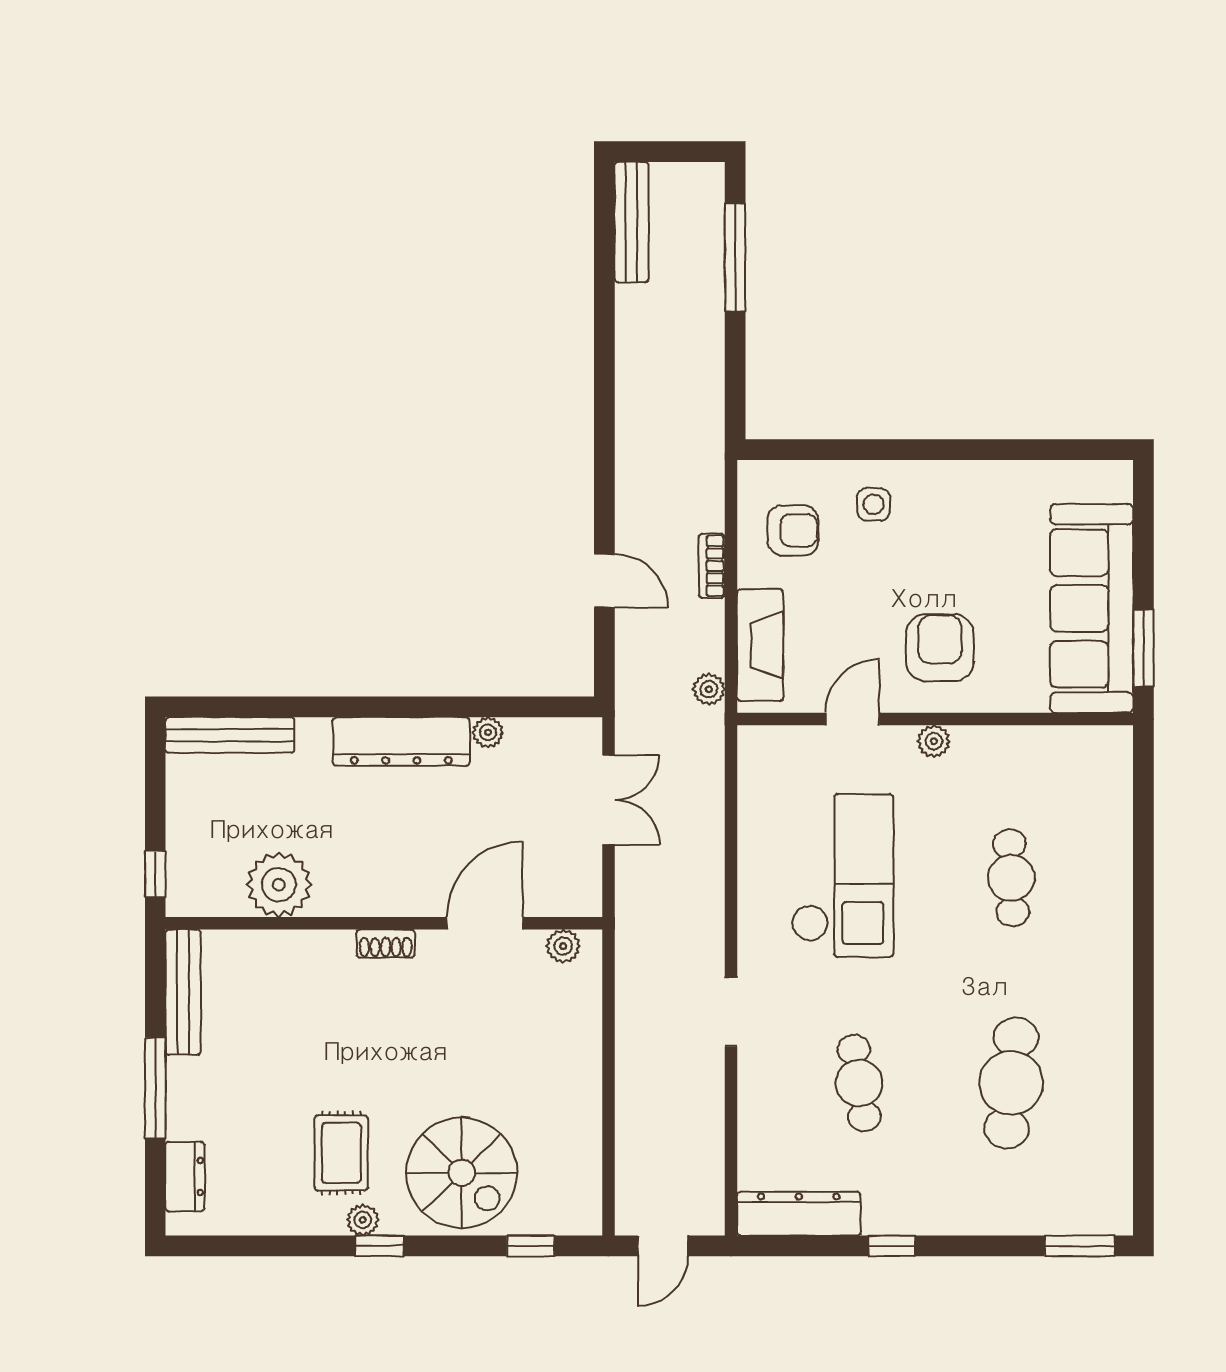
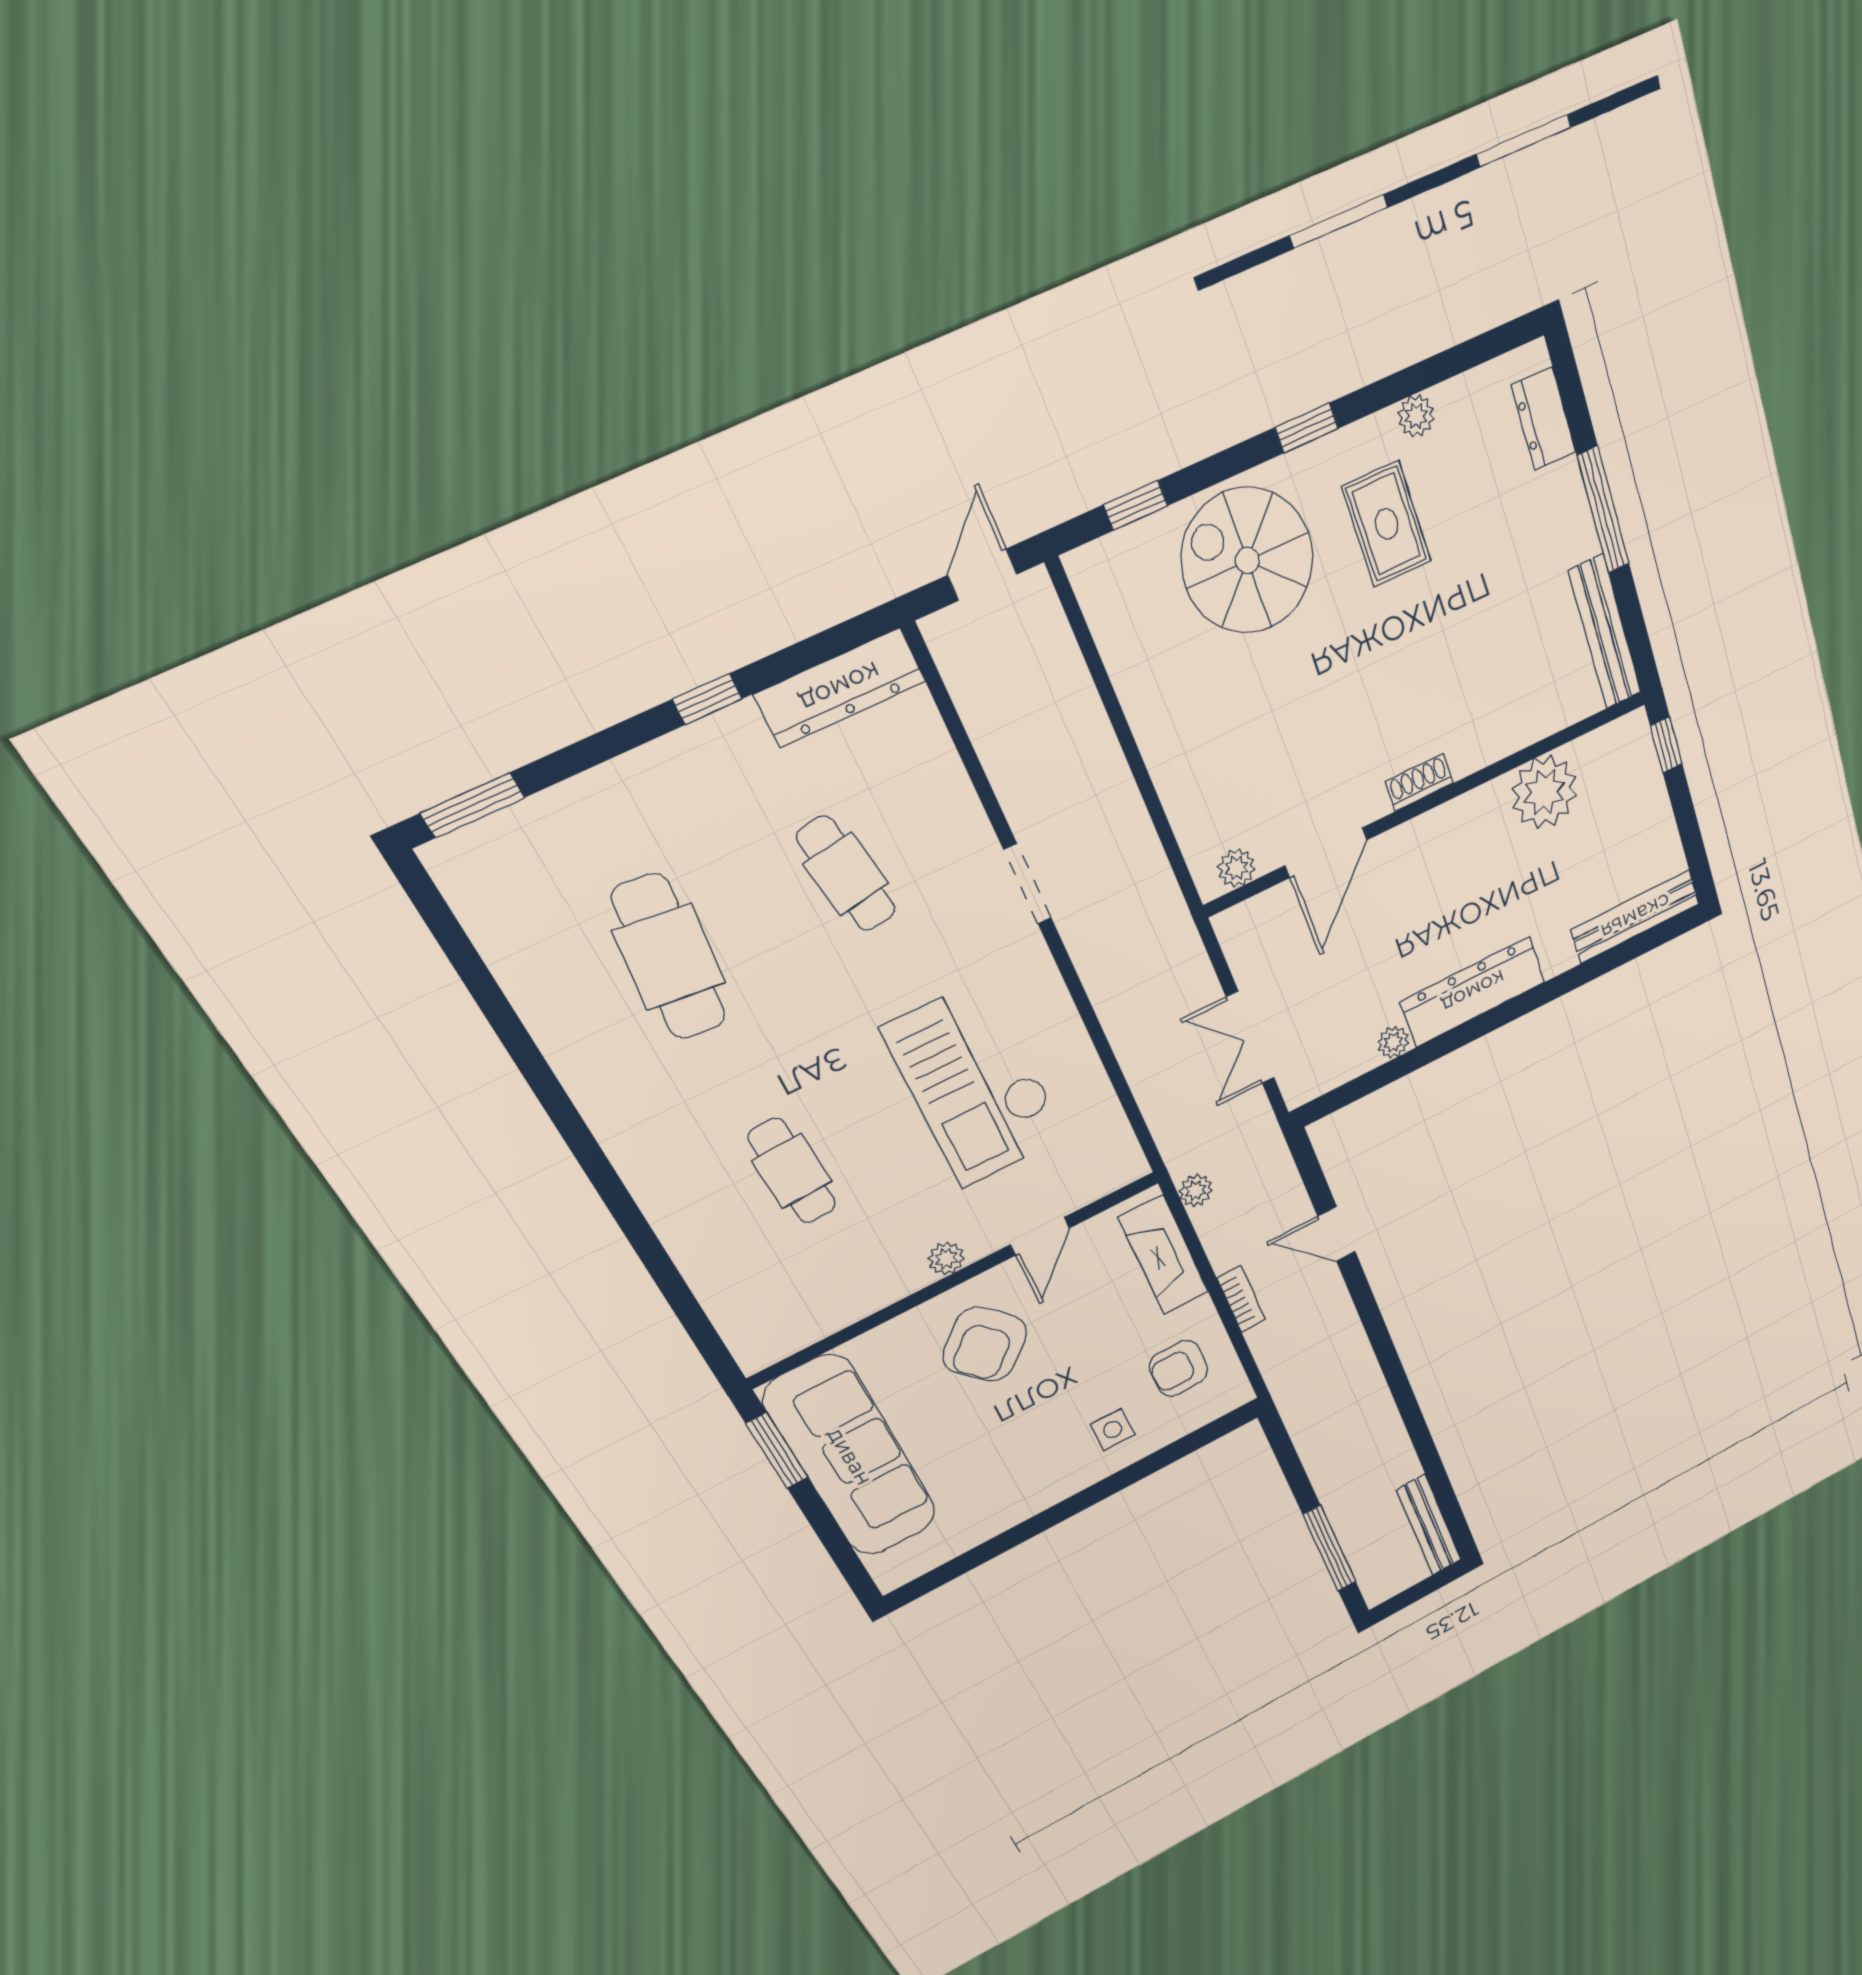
armchair: (940, 648) -> (985, 1344), turned 47
plant: (363, 1220) -> (1416, 416), moved

